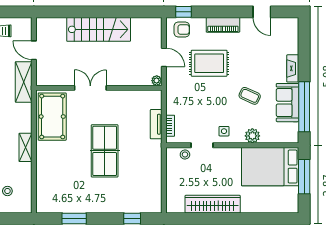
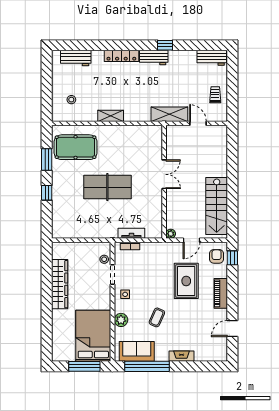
stairs: (99, 29) -> (217, 206), moved
armchair: (182, 30) -> (217, 256), turned 180
door: (34, 50) -> (198, 123), hinge flipped
sofa: (287, 103) -> (137, 351), moved
pool table: (52, 117) -> (76, 147), moved
window: (132, 218) -> (47, 193), moved

